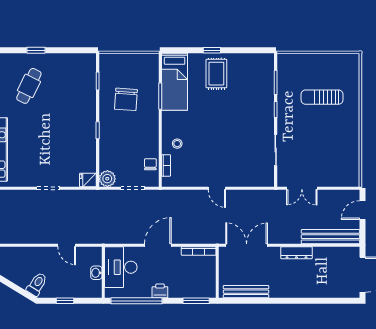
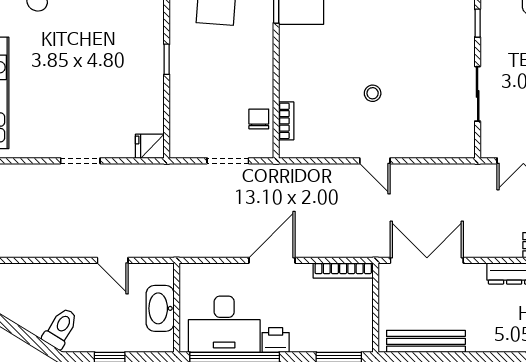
stool: (177, 144) -> (373, 93), moved
plant: (107, 179) -> (184, 144), removed
desk: (121, 267) -> (224, 324), moved, turned -90
washbasin: (96, 273) -> (160, 308), width x1.91, depth x1.45

